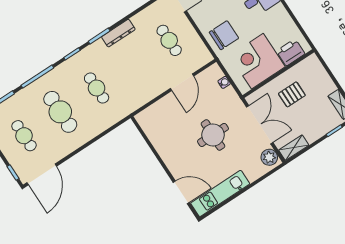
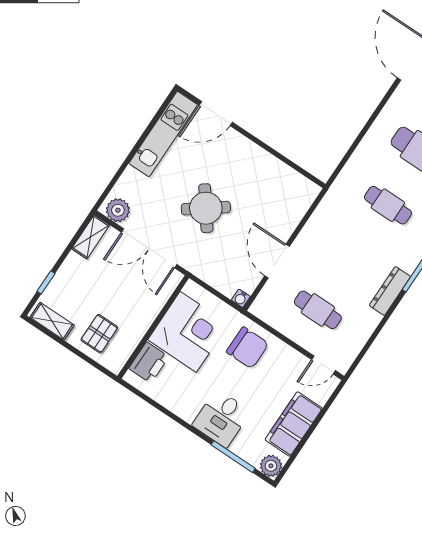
chair: (224, 35) -> (247, 348), turned -90
water cooler: (224, 82) -> (241, 298), moved
pallet: (292, 94) -> (99, 334), moved
round table: (213, 135) -> (206, 208), turned -37

